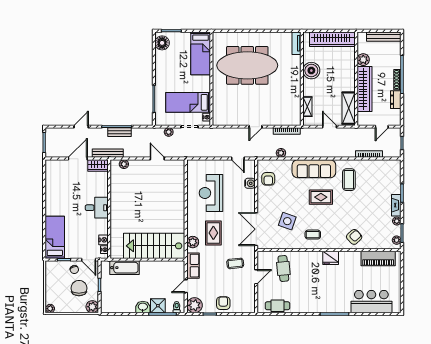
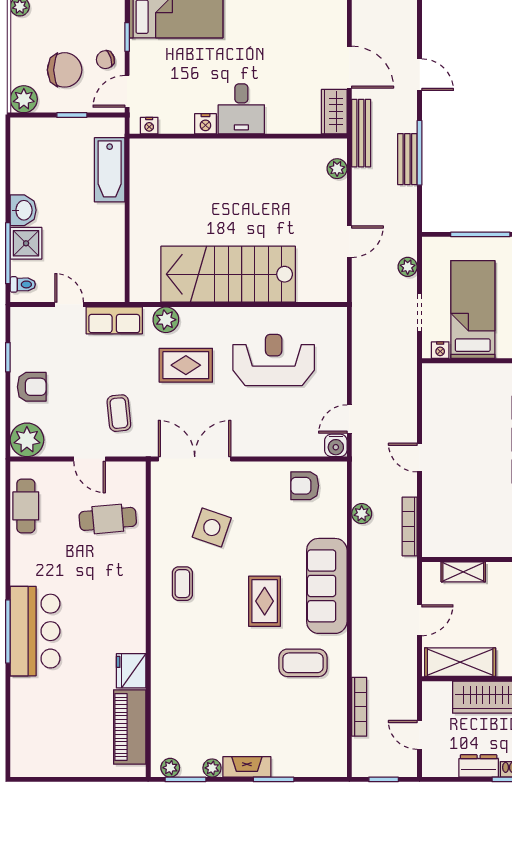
water cooler: (250, 183) -> (336, 445), moved
armchair: (354, 237) -> (177, 674), removed
nightstand: (104, 240) -> (205, 124), moved
stairs: (154, 246) -> (228, 274), moved, turned -90
fridge: (331, 258) -> (131, 671), moved
bar counter: (371, 302) -> (35, 631), moved
plant: (195, 305) -> (27, 440), moved

